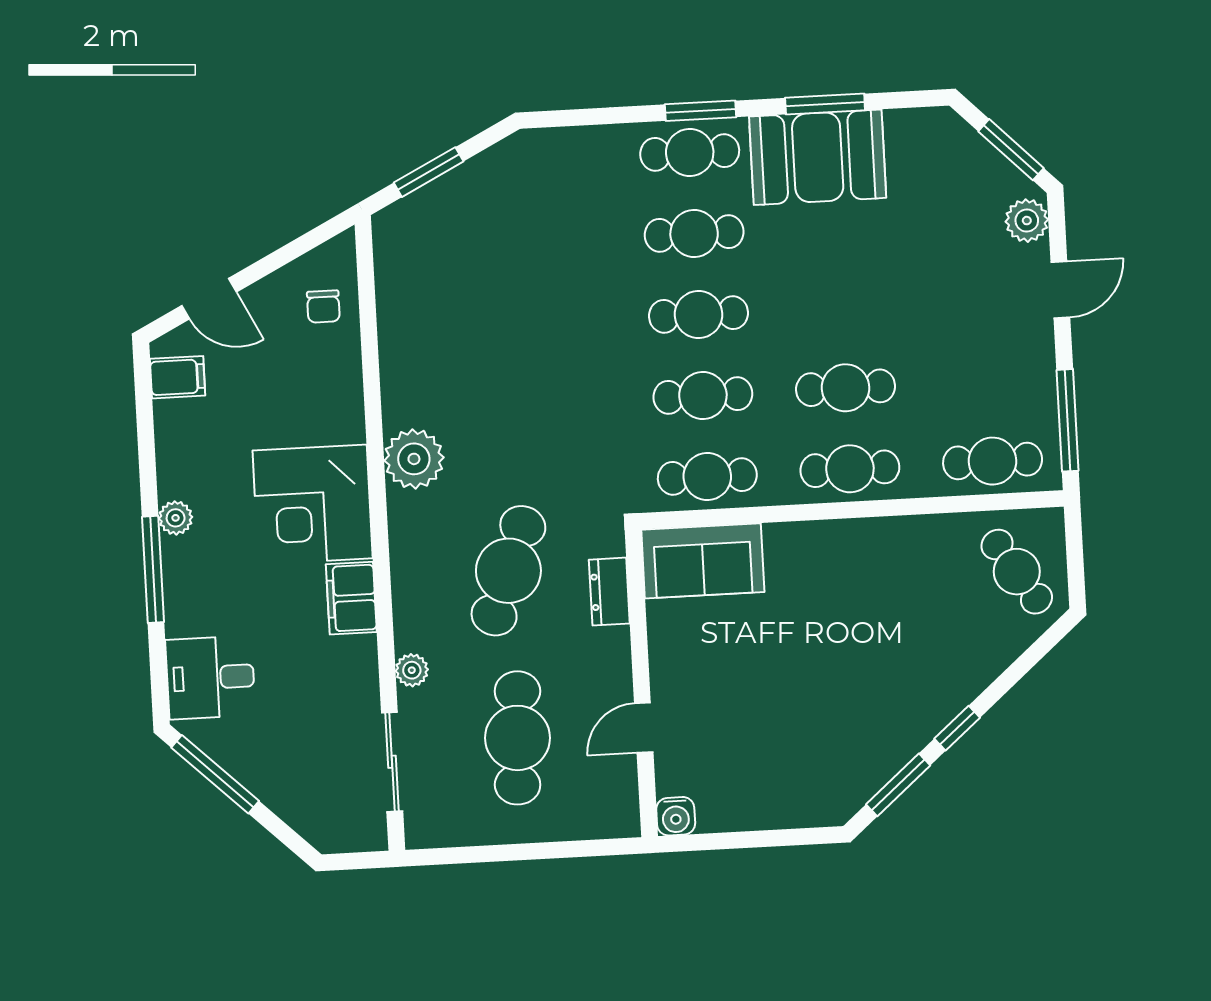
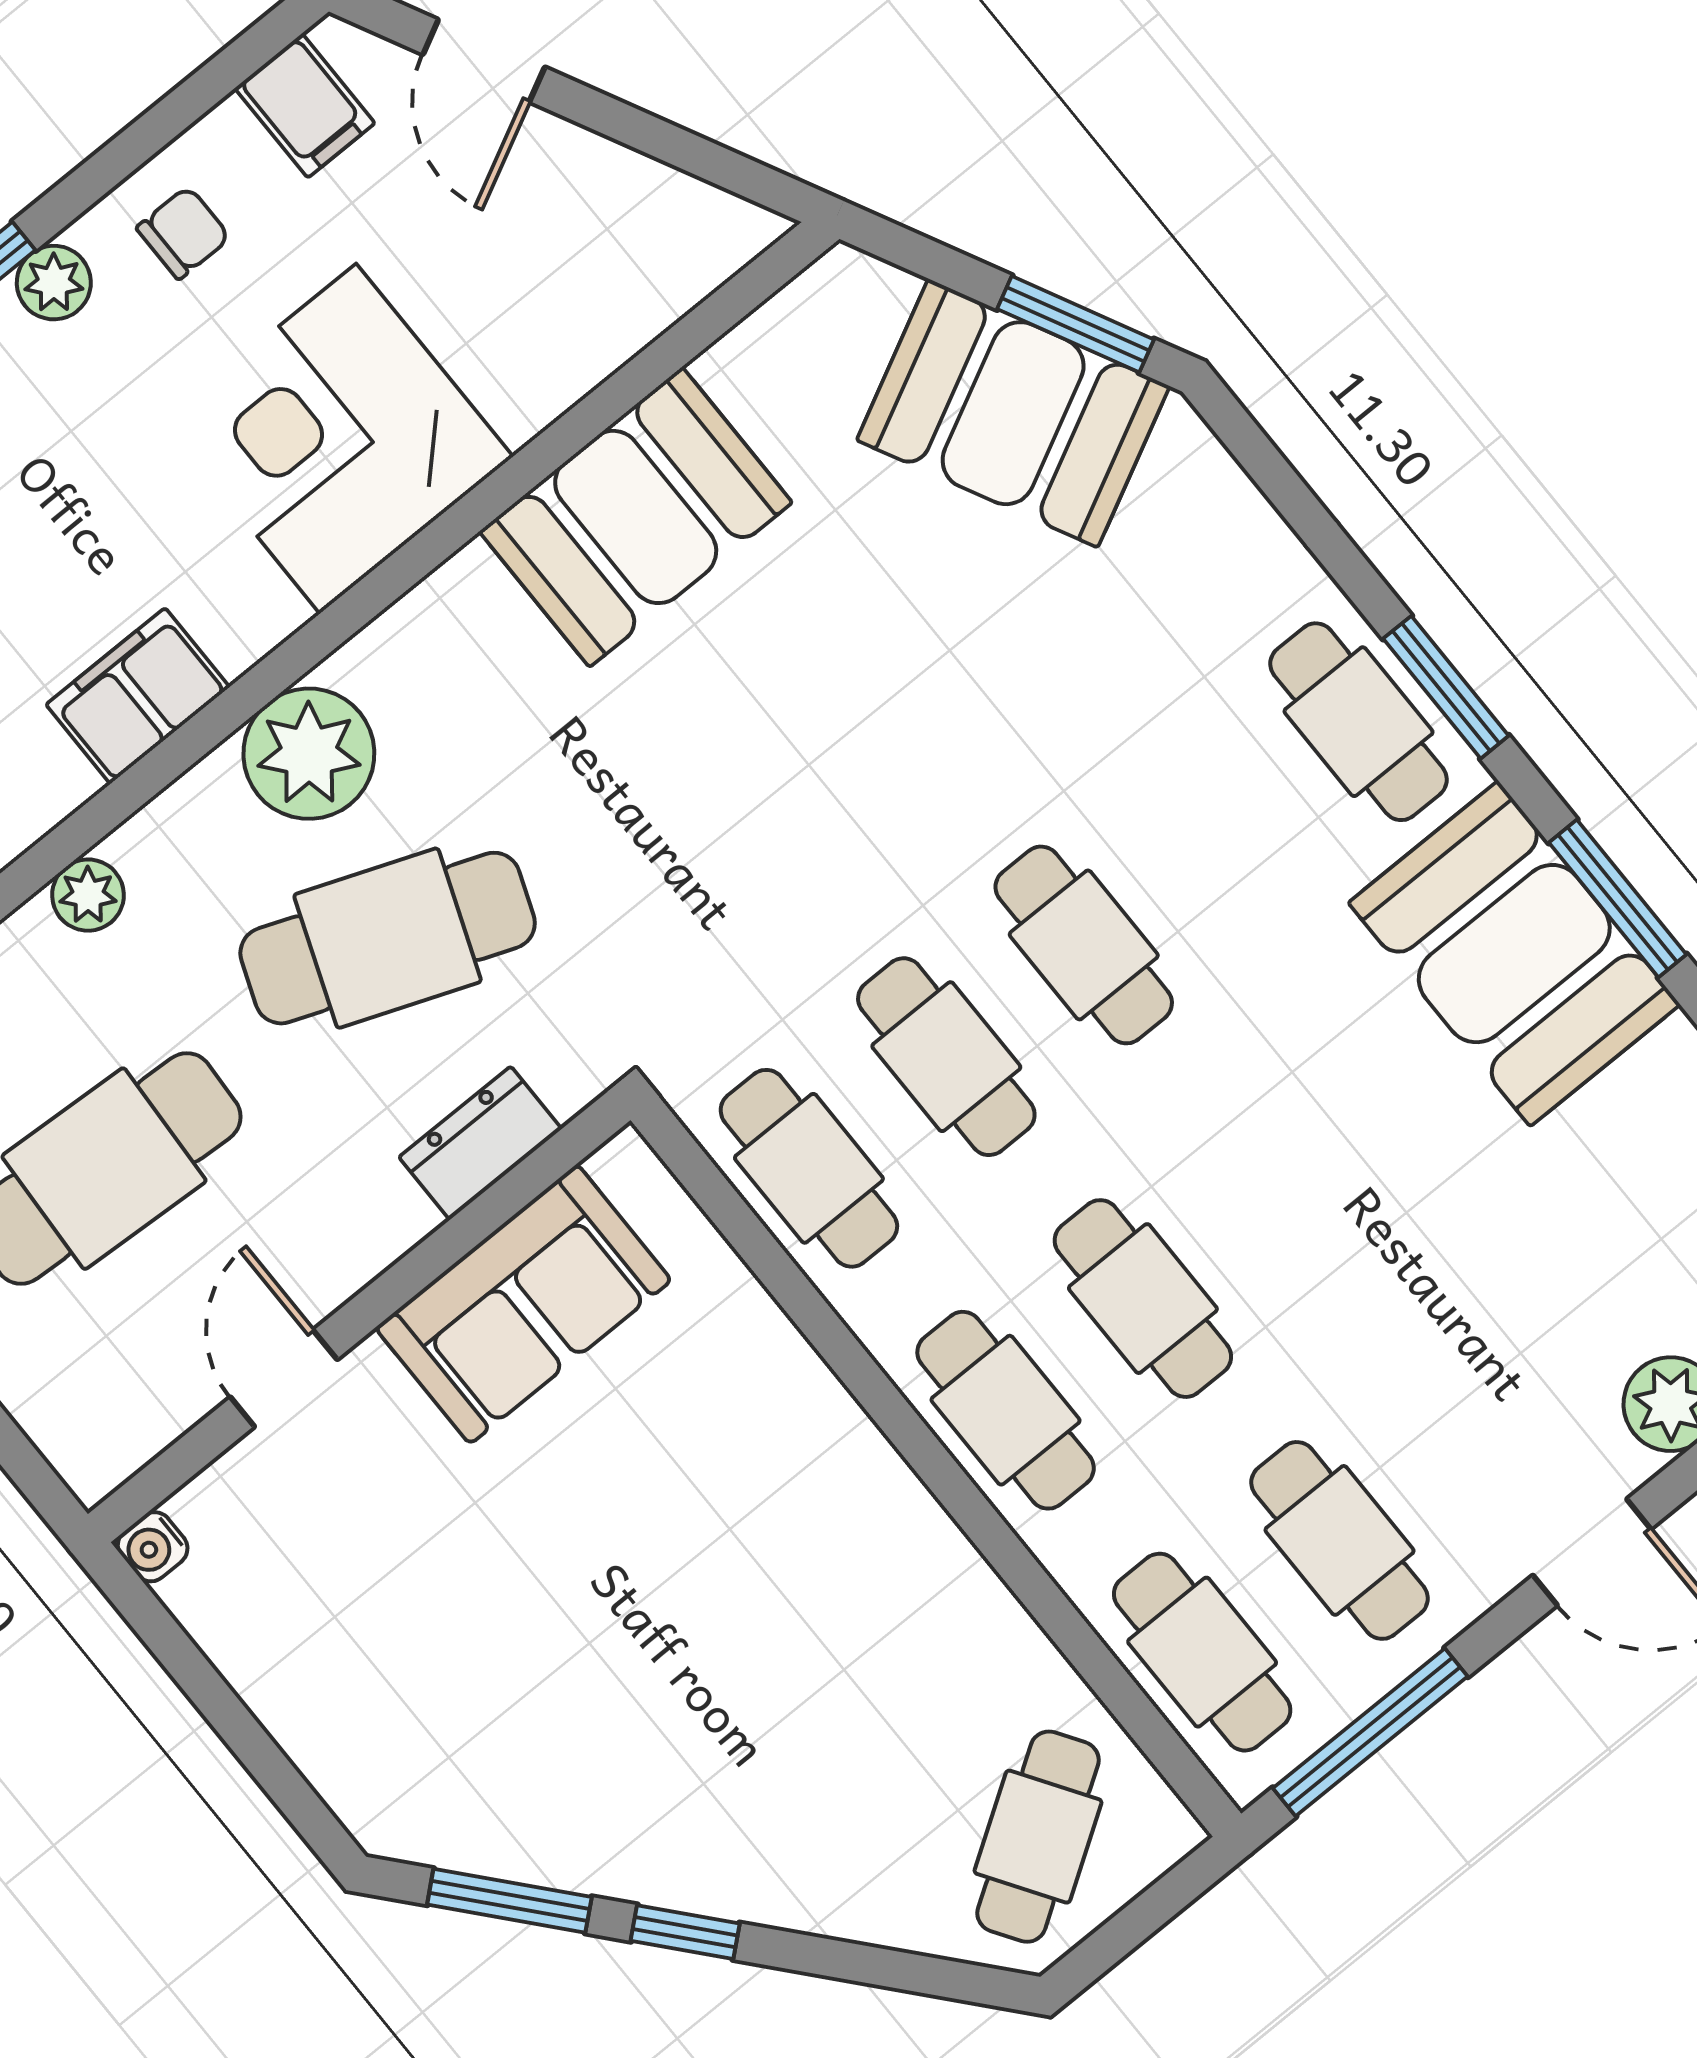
window: (429, 172) -> (1076, 324), moved
booth: (482, 197) -> (1013, 413), added
cafe table: (694, 233) -> (1340, 1540), moved
chair: (323, 307) -> (183, 233), moved, turned 180
booth: (419, 365) -> (636, 517), added
plant: (414, 459) -> (309, 754), moved
corner desk: (313, 504) -> (338, 439), moved
sofa: (703, 561) -> (523, 1304), moved, turned -90
door: (644, 728) -> (284, 1378), hinge flipped
water cooler: (676, 816) -> (153, 1547), width x0.72, depth x0.72

